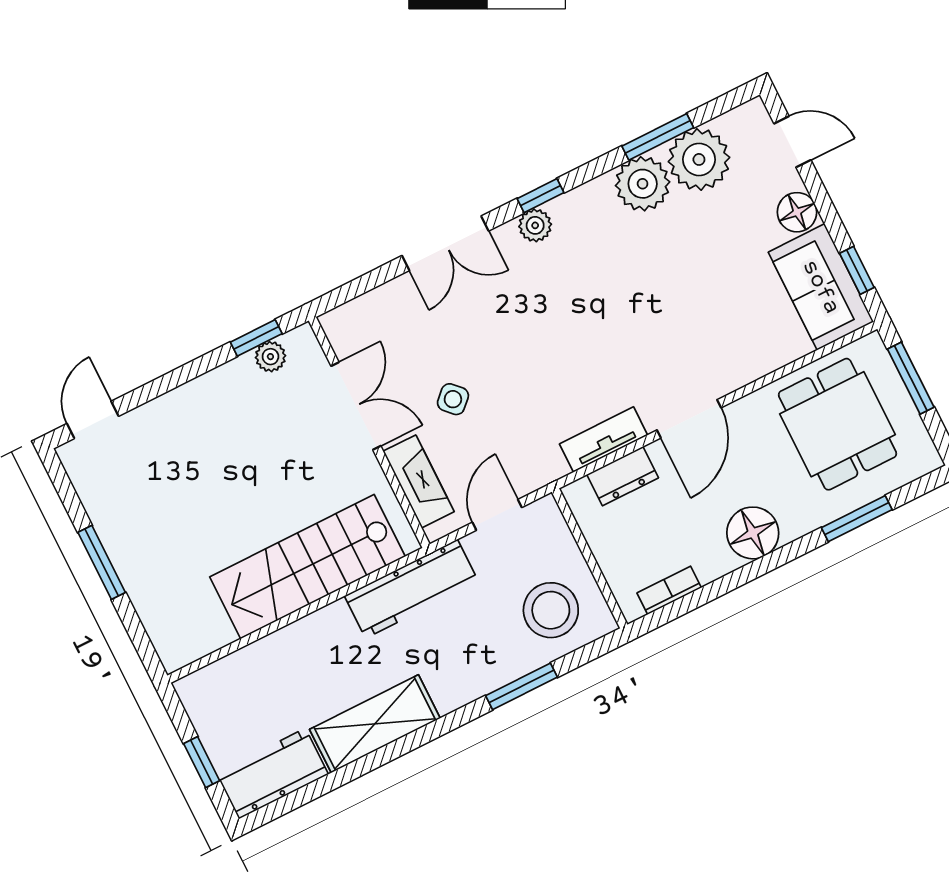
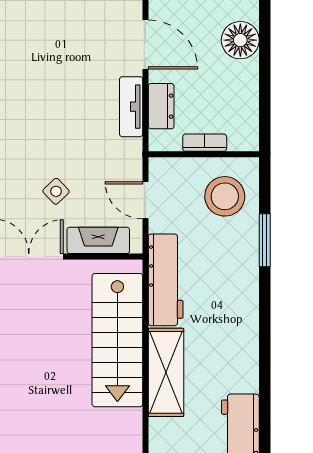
bookcase: (669, 590) -> (205, 143), moved, turned 90
shelving: (375, 724) -> (166, 372), moved

